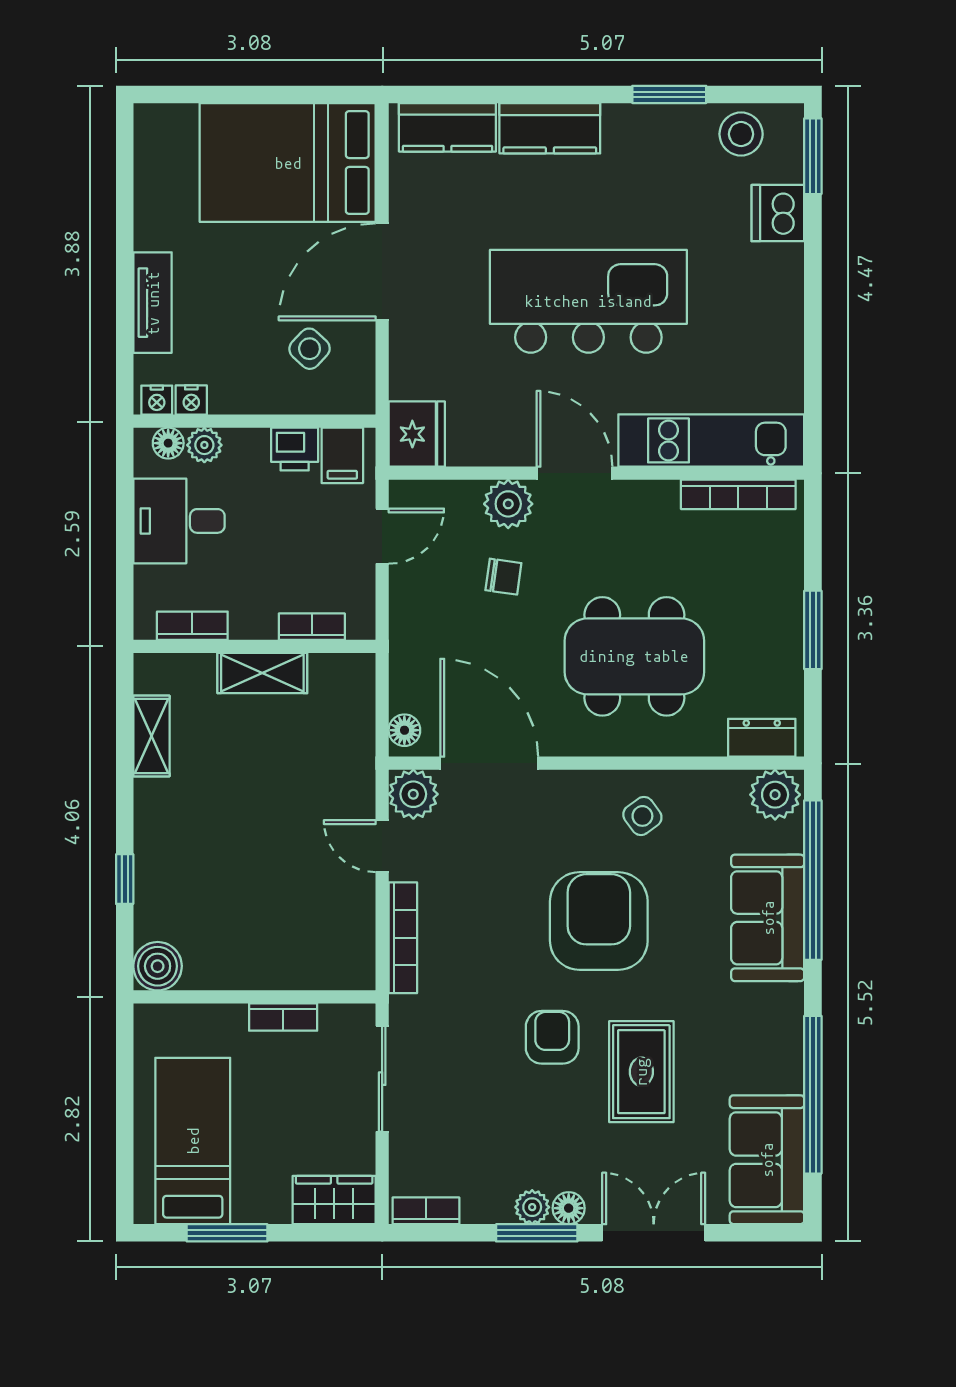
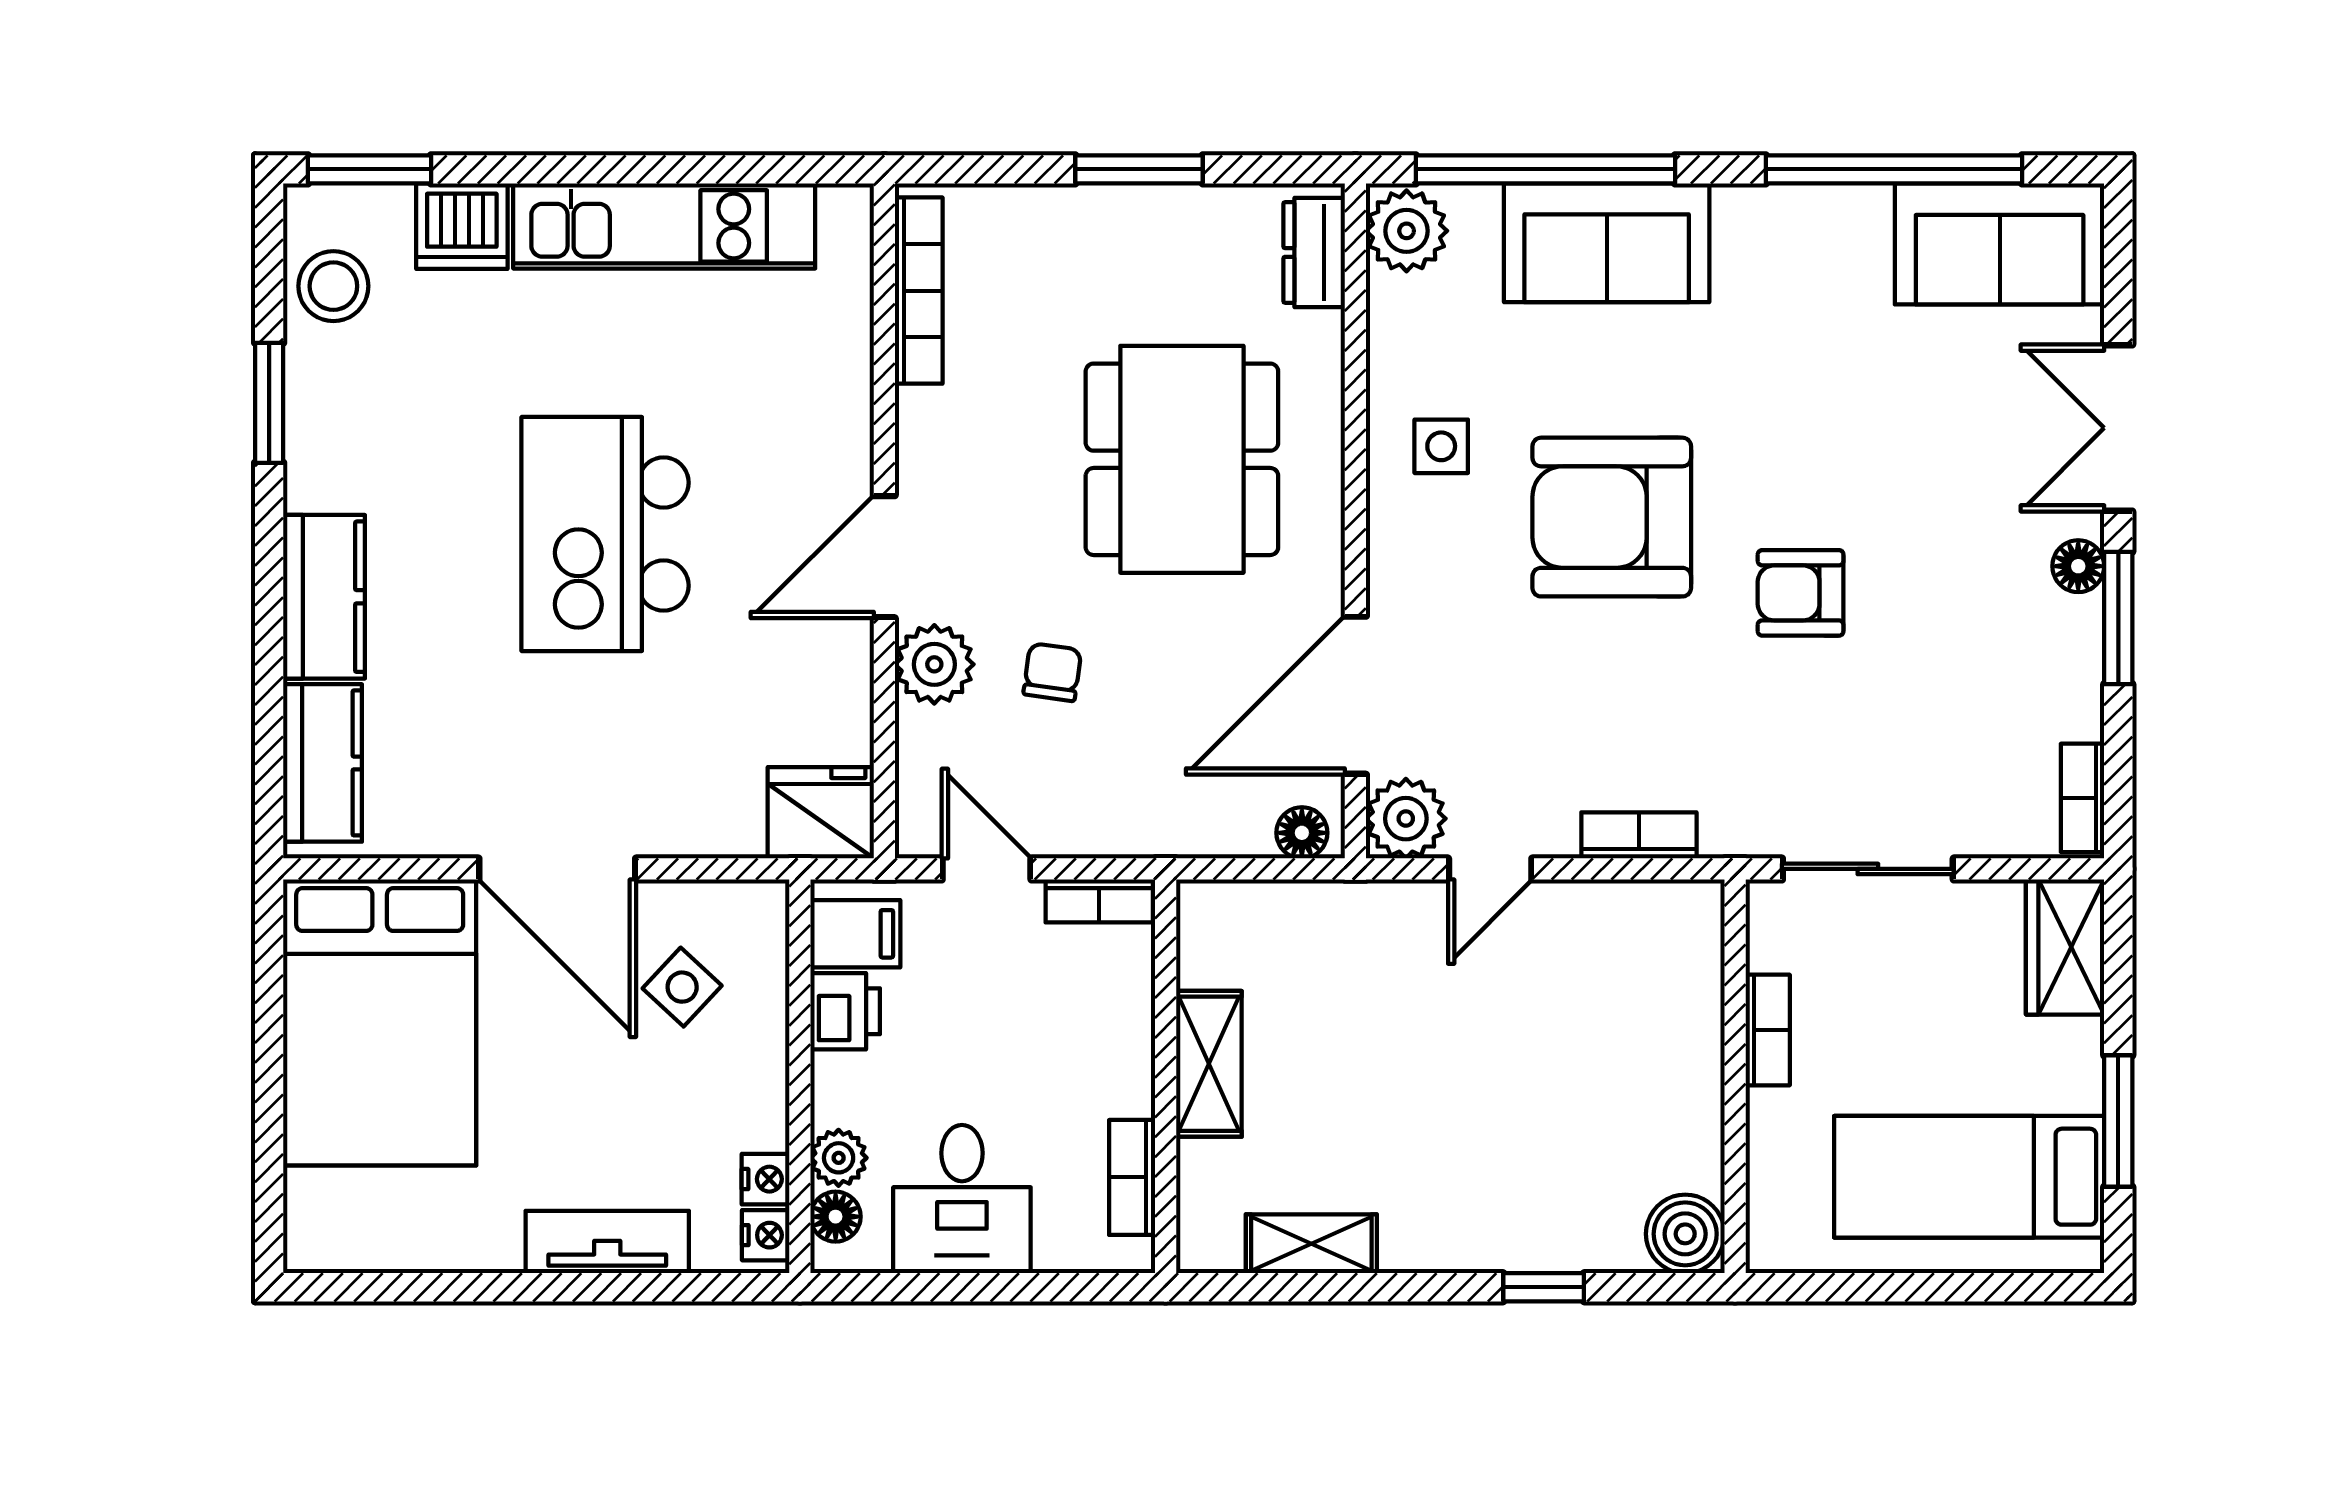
kitchen island: (588, 301) -> (605, 534), width x0.73
kitchen unit: (711, 440) -> (664, 226), moved, turned -90
bookcase: (312, 627) -> (1099, 901), moved, turned -90
side table: (642, 816) -> (1441, 446), turned 36
bookcase: (403, 938) -> (1639, 835), width x0.64
rug: (641, 1072) -> (1856, 448), removed
plant: (532, 1207) -> (2077, 625), removed

